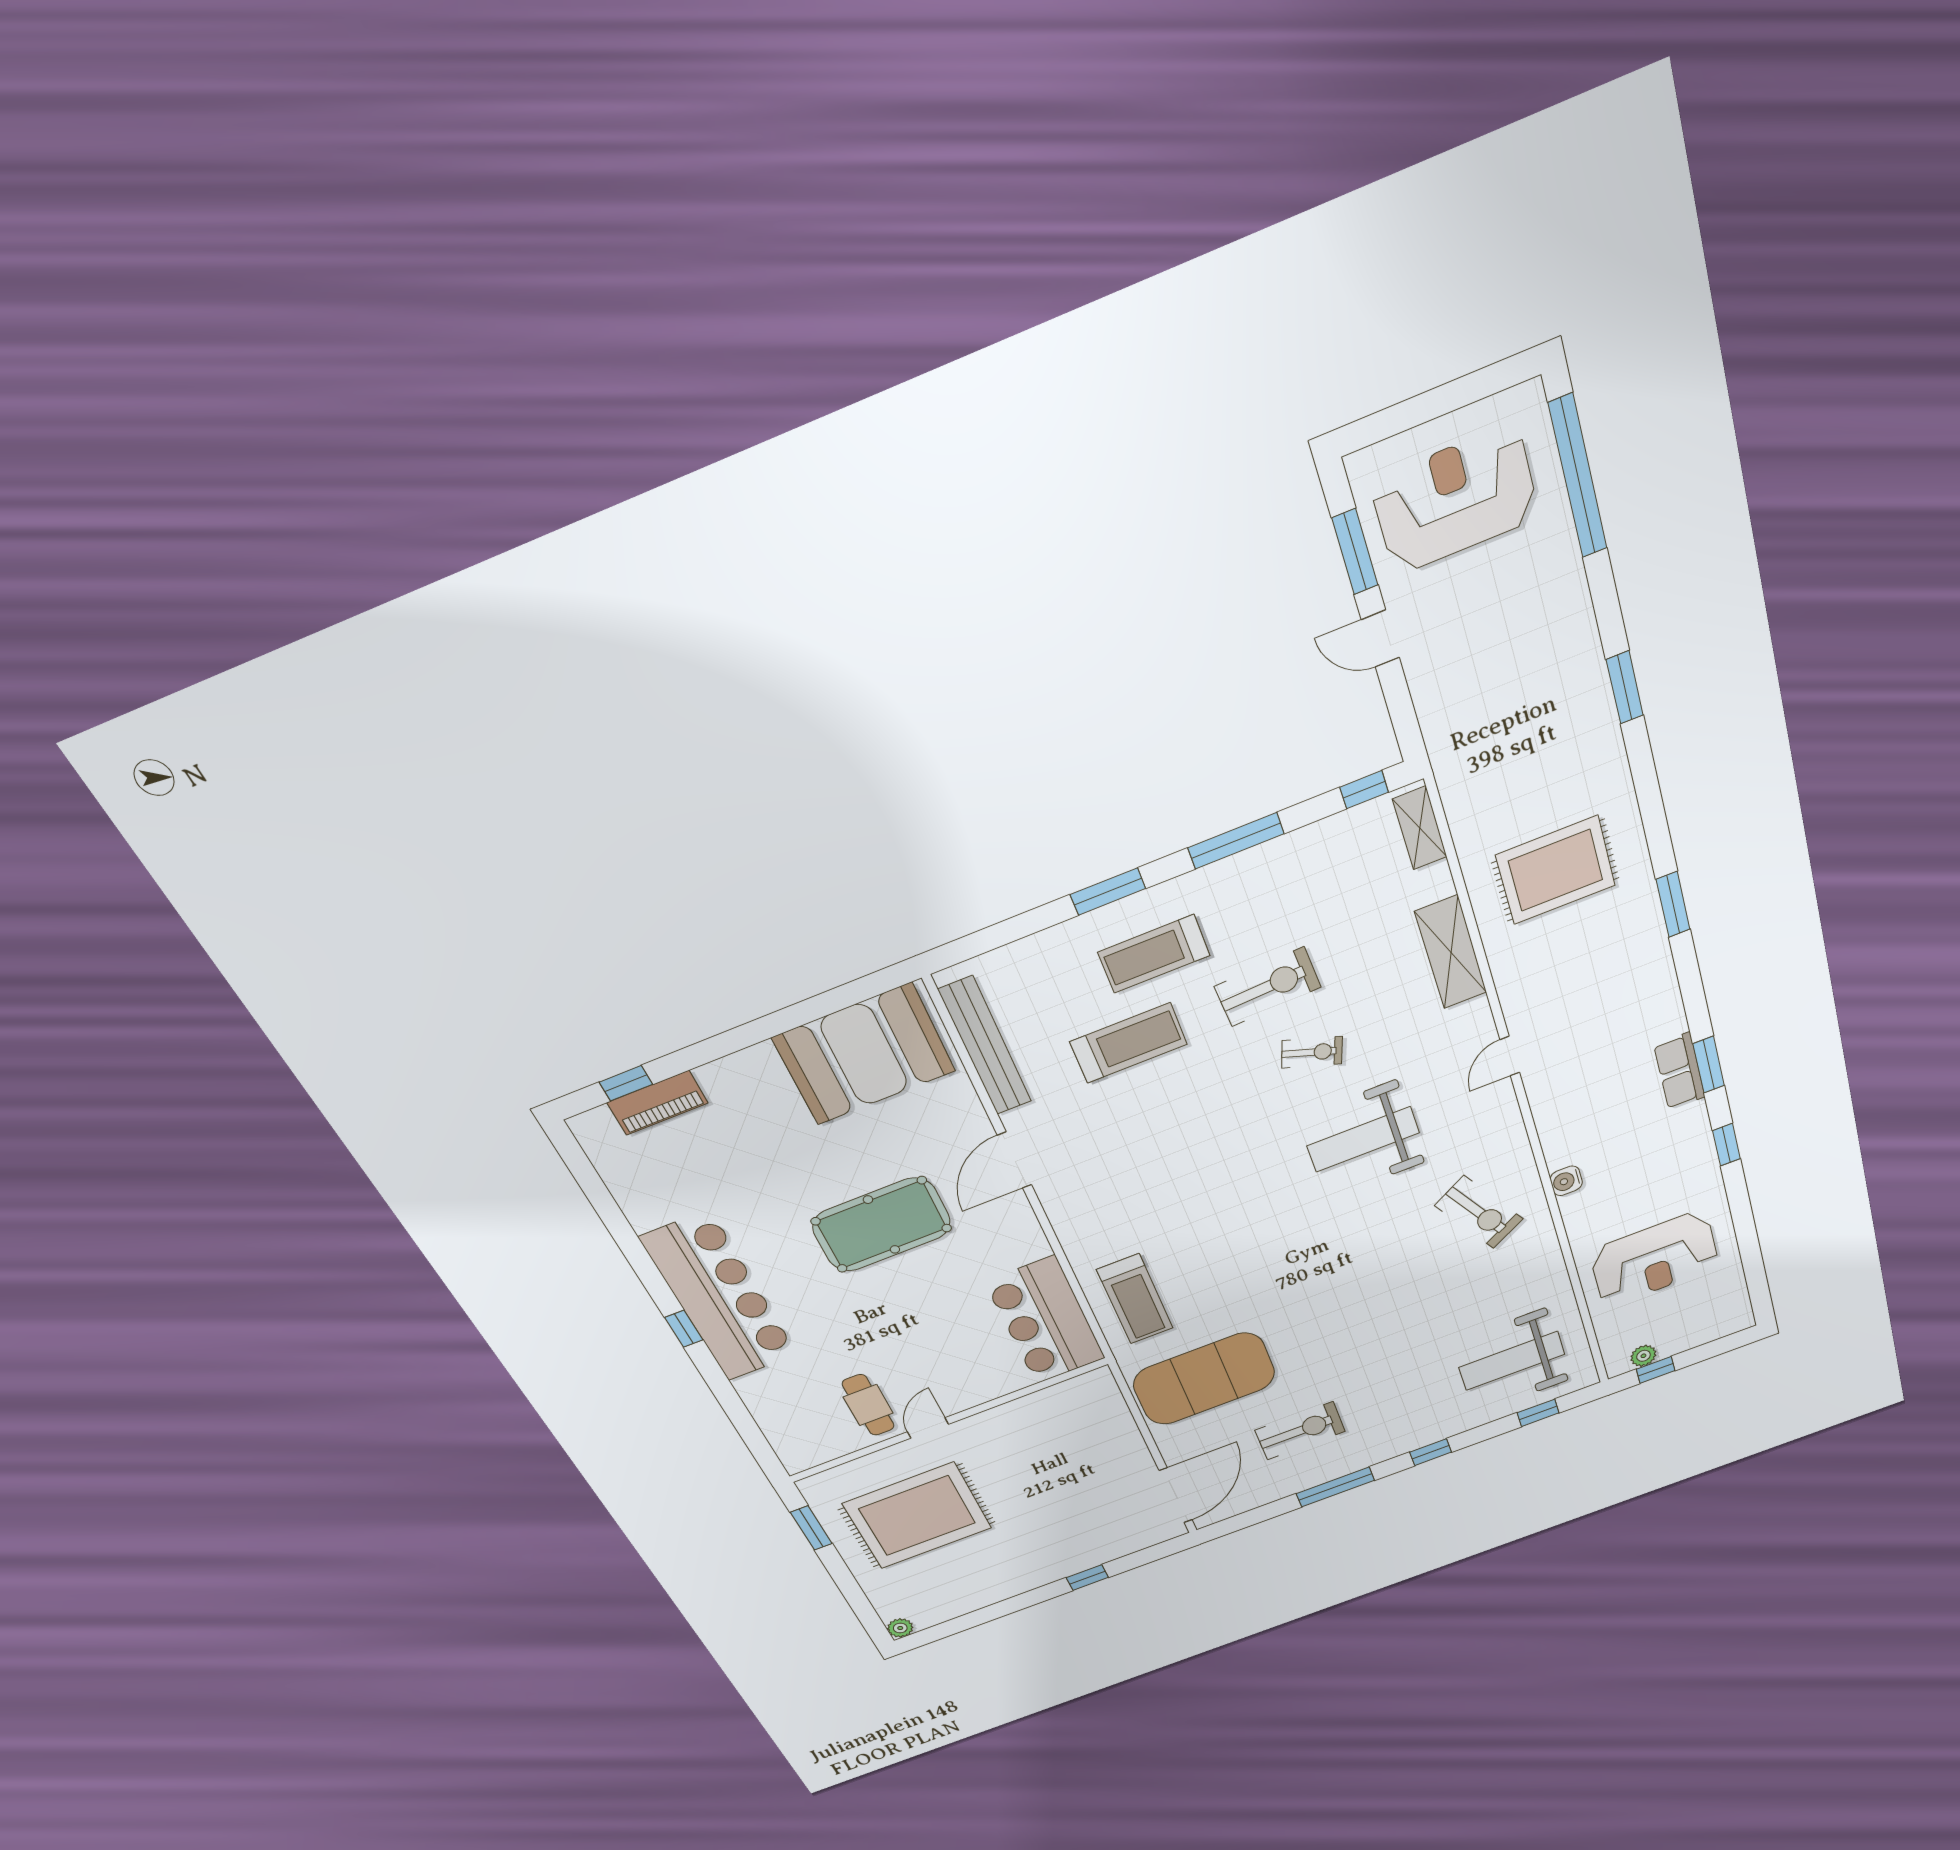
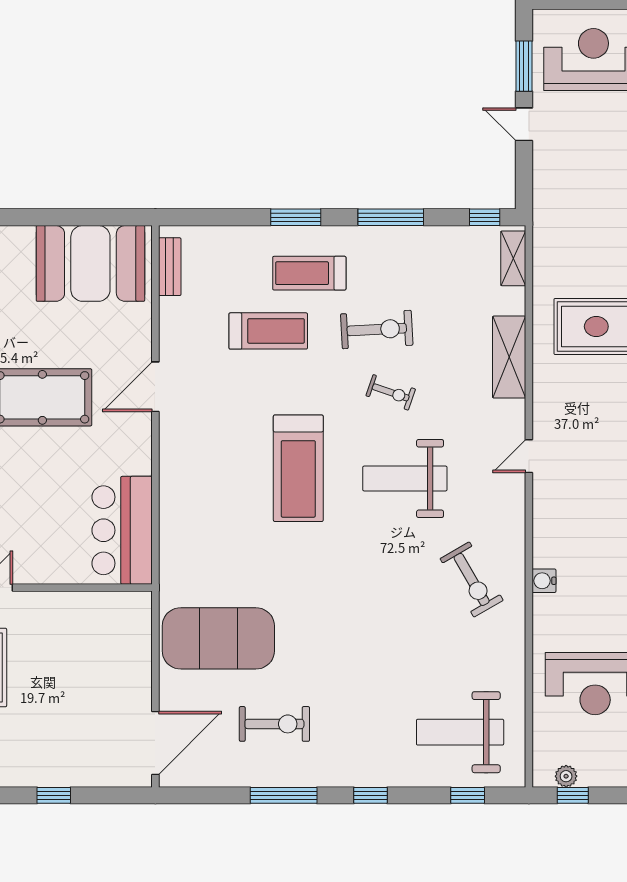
bench: (985, 1046) -> (170, 267), width x0.54, depth x0.82
treadmill: (1135, 1299) -> (298, 468), moved, width x1.37, depth x1.38

